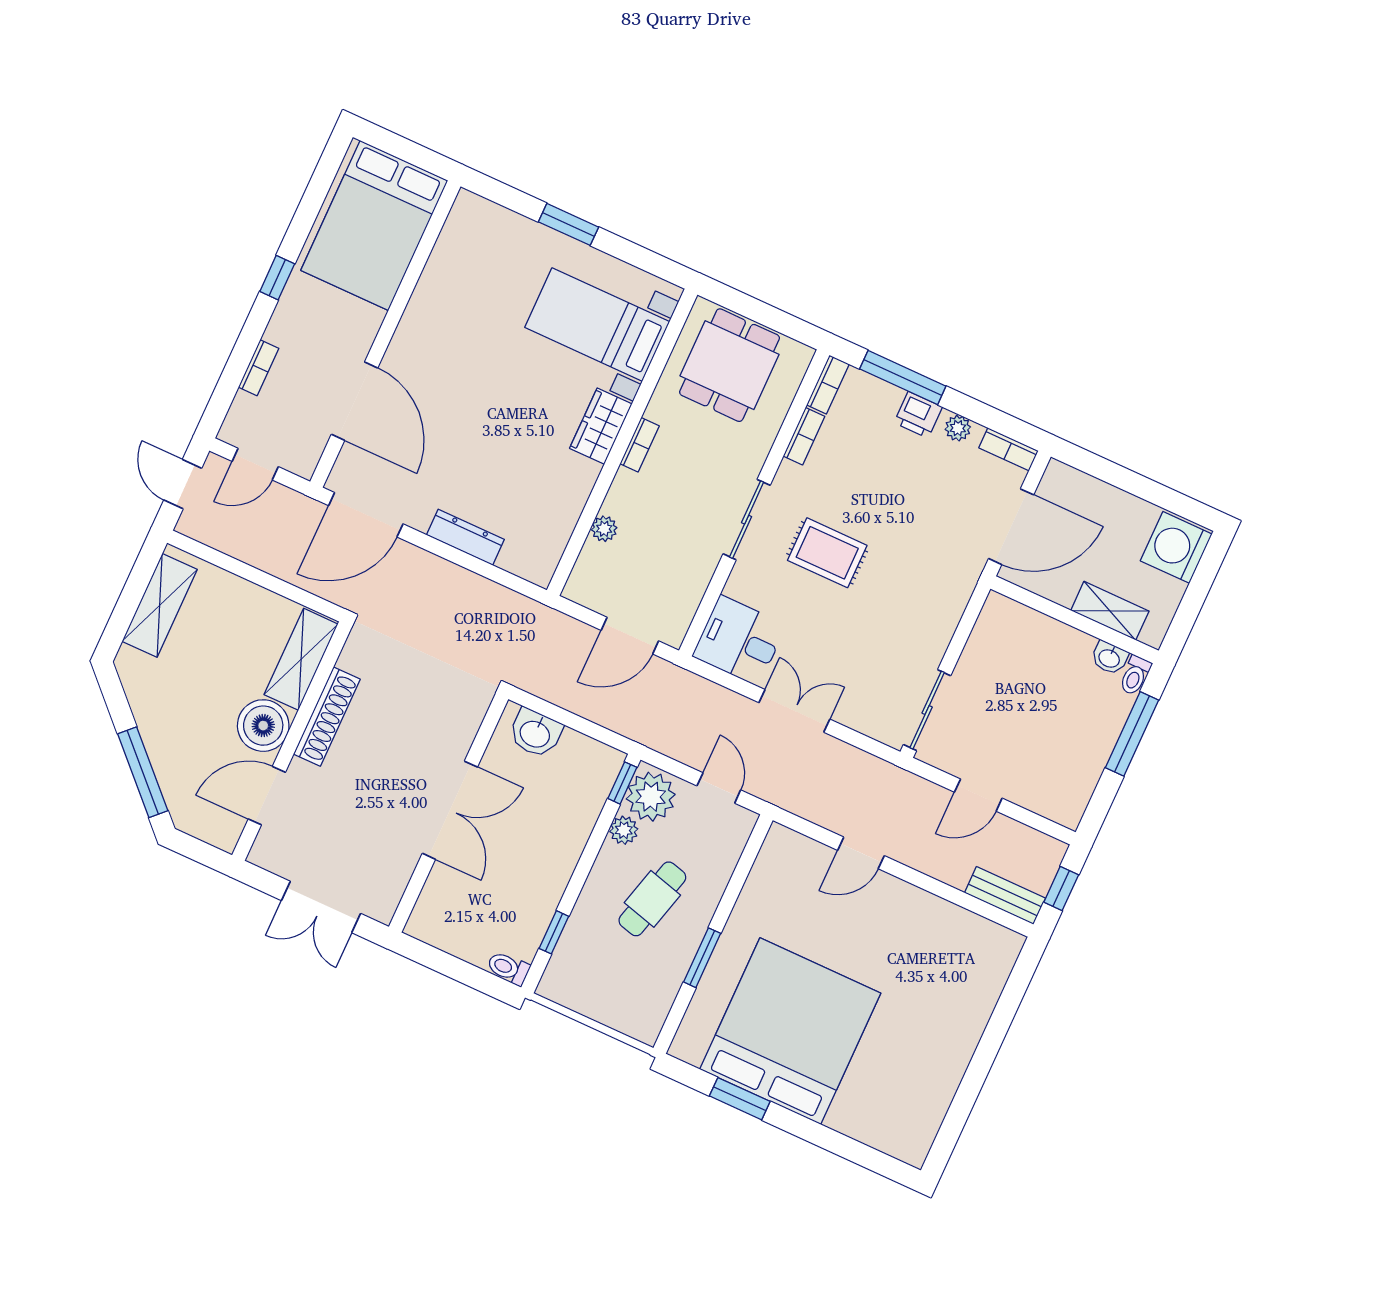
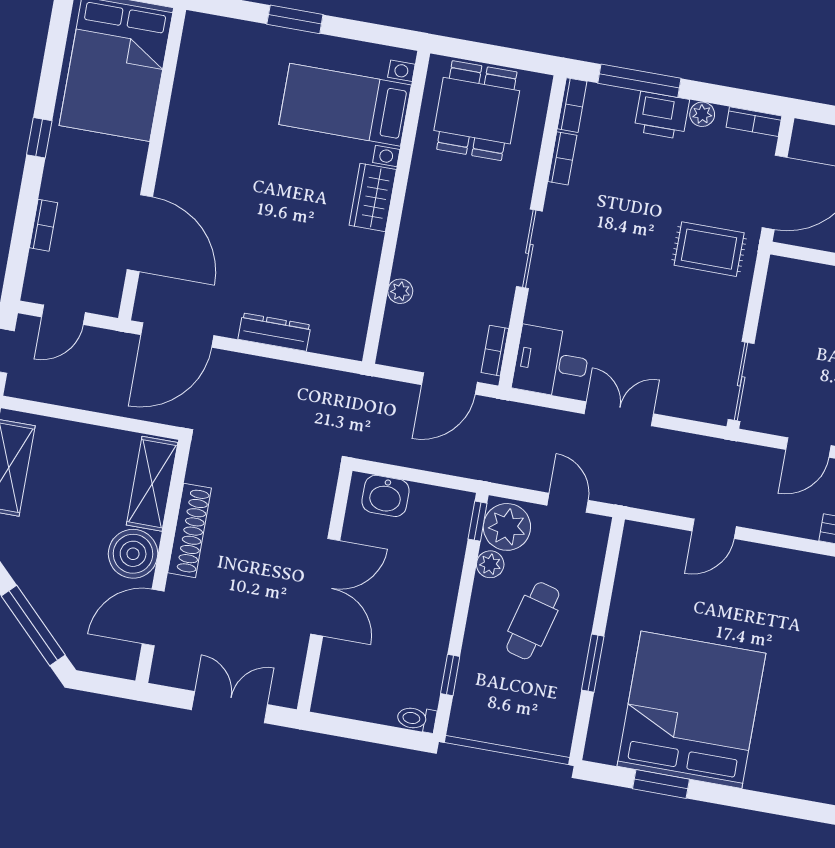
printer: (918, 415) -> (662, 115), width x1.36, depth x1.24
bookcase: (640, 445) -> (495, 351), moved, turned 180
rug: (827, 553) -> (709, 249), moved
double door: (321, 907) -> (230, 707), swing flipped

